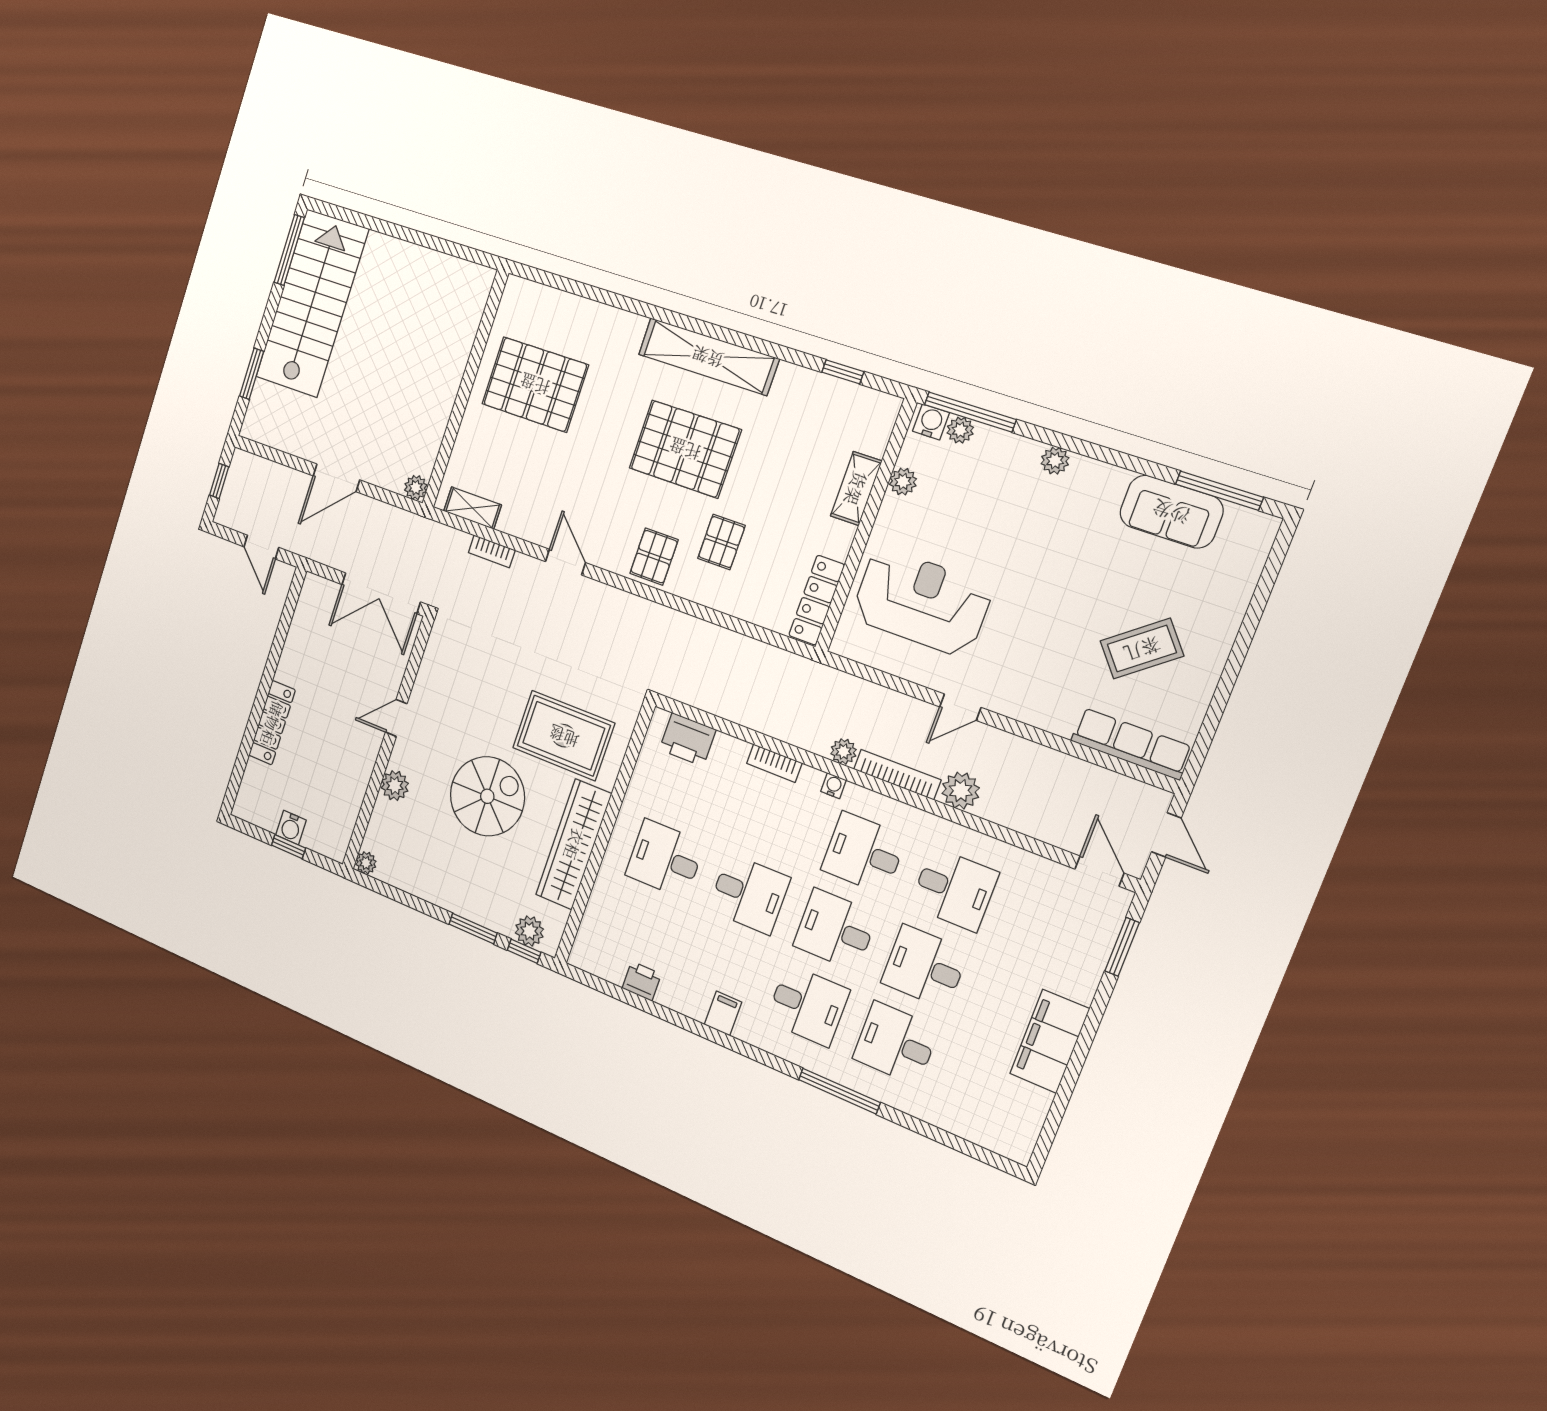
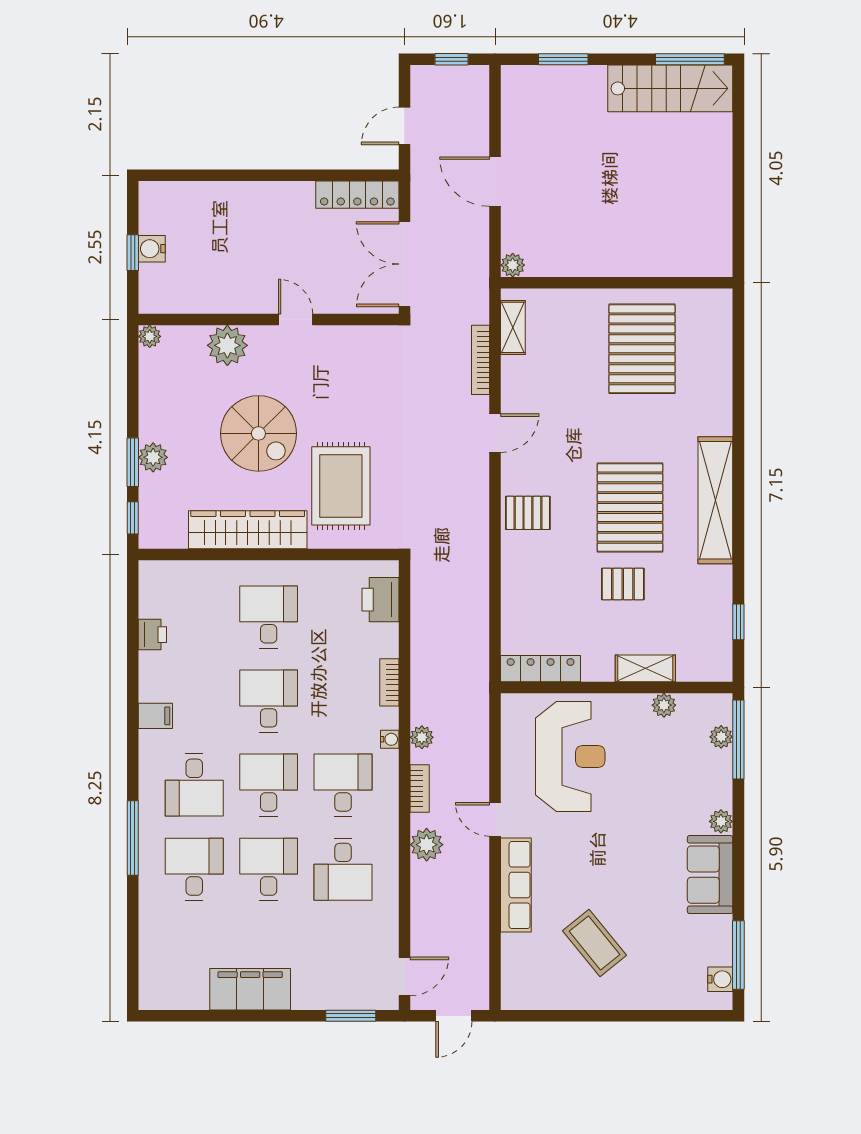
stairs: (312, 303) -> (670, 88), width x0.73, depth x0.66
water cooler: (931, 422) -> (720, 979), moved
sofa: (1171, 512) -> (710, 875), moved
pallet: (721, 542) -> (623, 584), moved
bookcase: (492, 551) -> (480, 360), width x1.56
locker: (272, 723) -> (357, 195), moved
row of seats: (1131, 744) -> (516, 885), moved
bookcase: (897, 775) -> (420, 789), width x0.64
plant: (395, 786) -> (227, 345), width x1.36, depth x1.36
desk: (749, 894) -> (269, 701), turned 180
plant: (529, 931) -> (153, 457), moved

